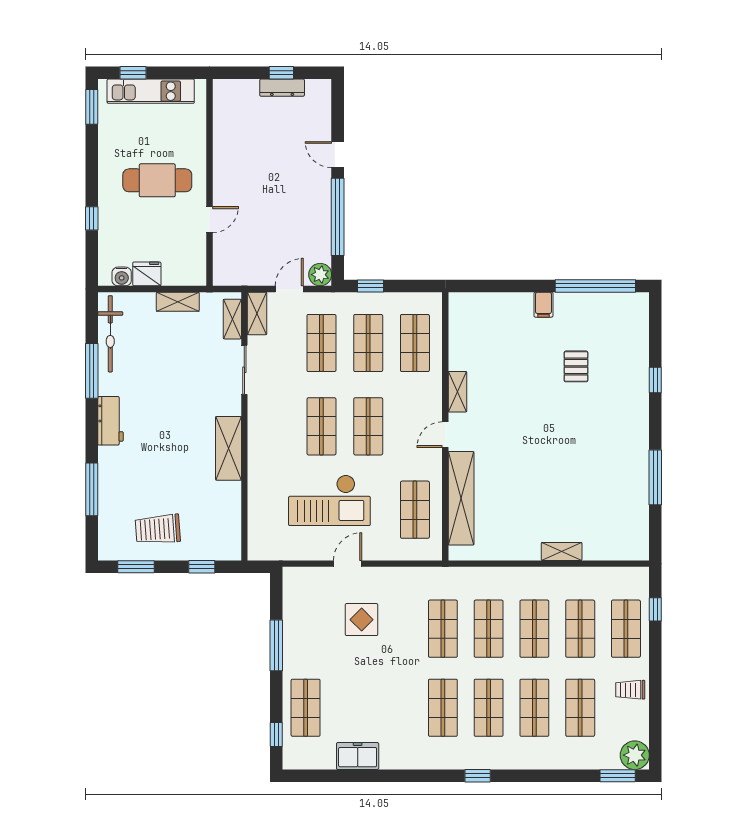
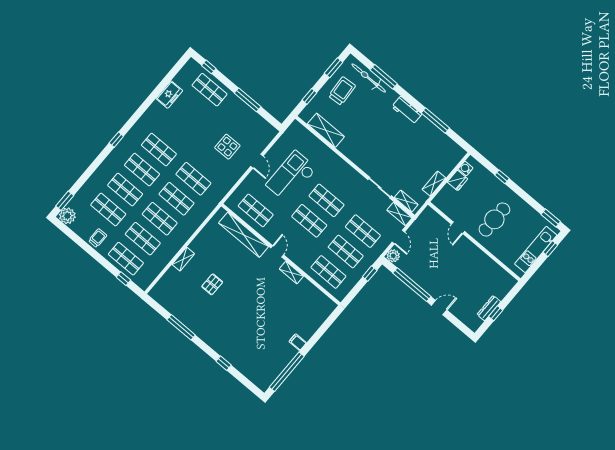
bicycle: (110, 334) -> (369, 78), moved
pallet: (576, 366) -> (212, 284), moved, turned 90
shelving: (228, 448) -> (326, 130), moved

